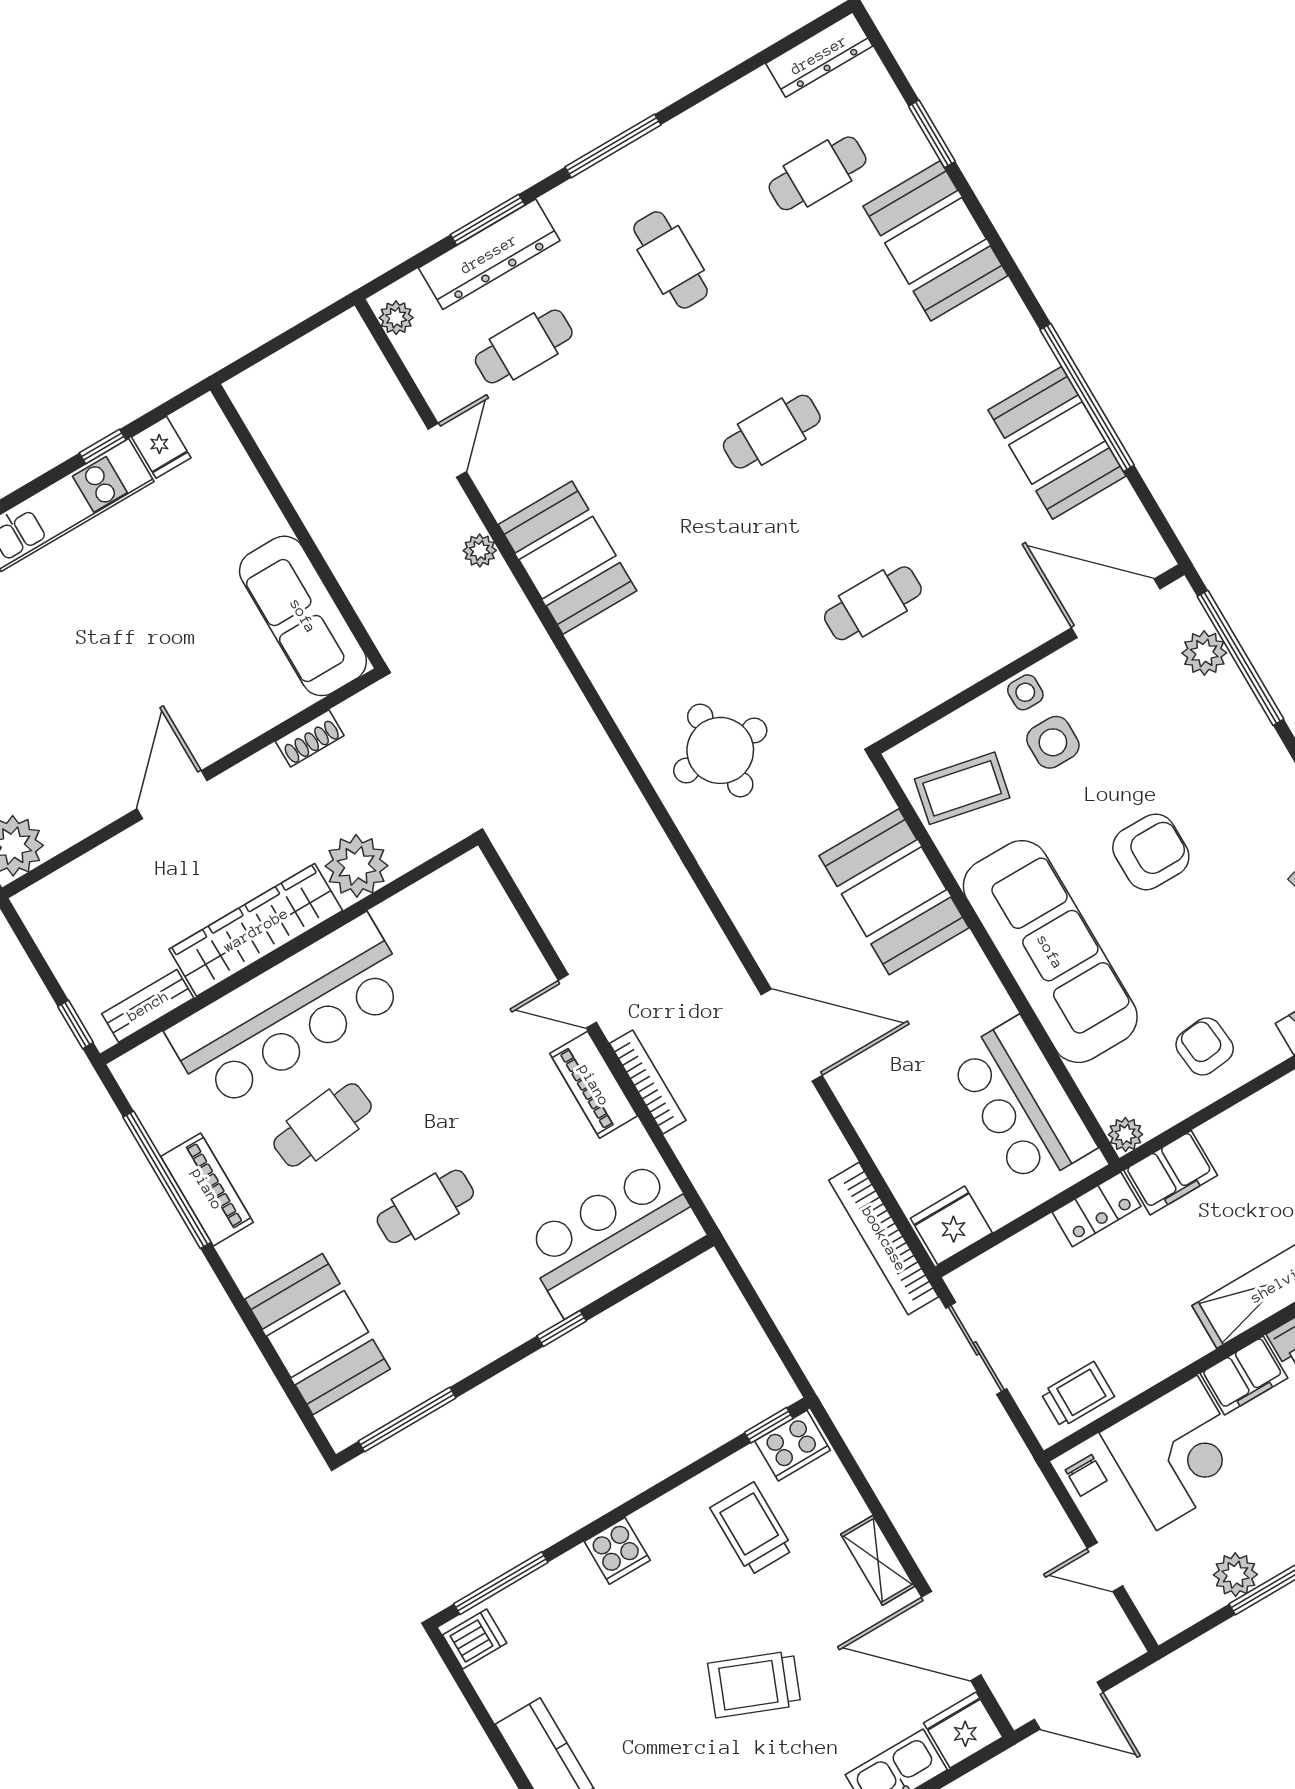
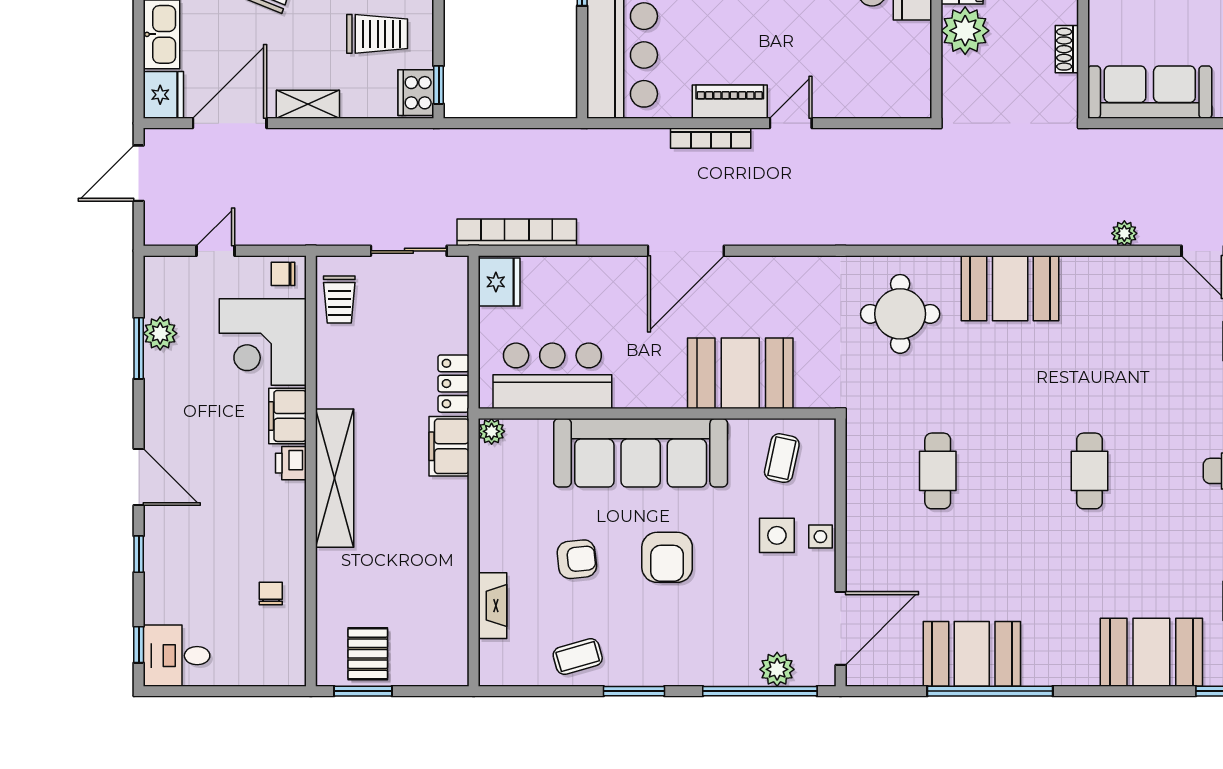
booth: (567, 558) -> (1010, 288), moved
coffee table: (962, 788) -> (782, 458), width x0.73, depth x0.77
armchair: (1205, 1047) -> (577, 559), moved

